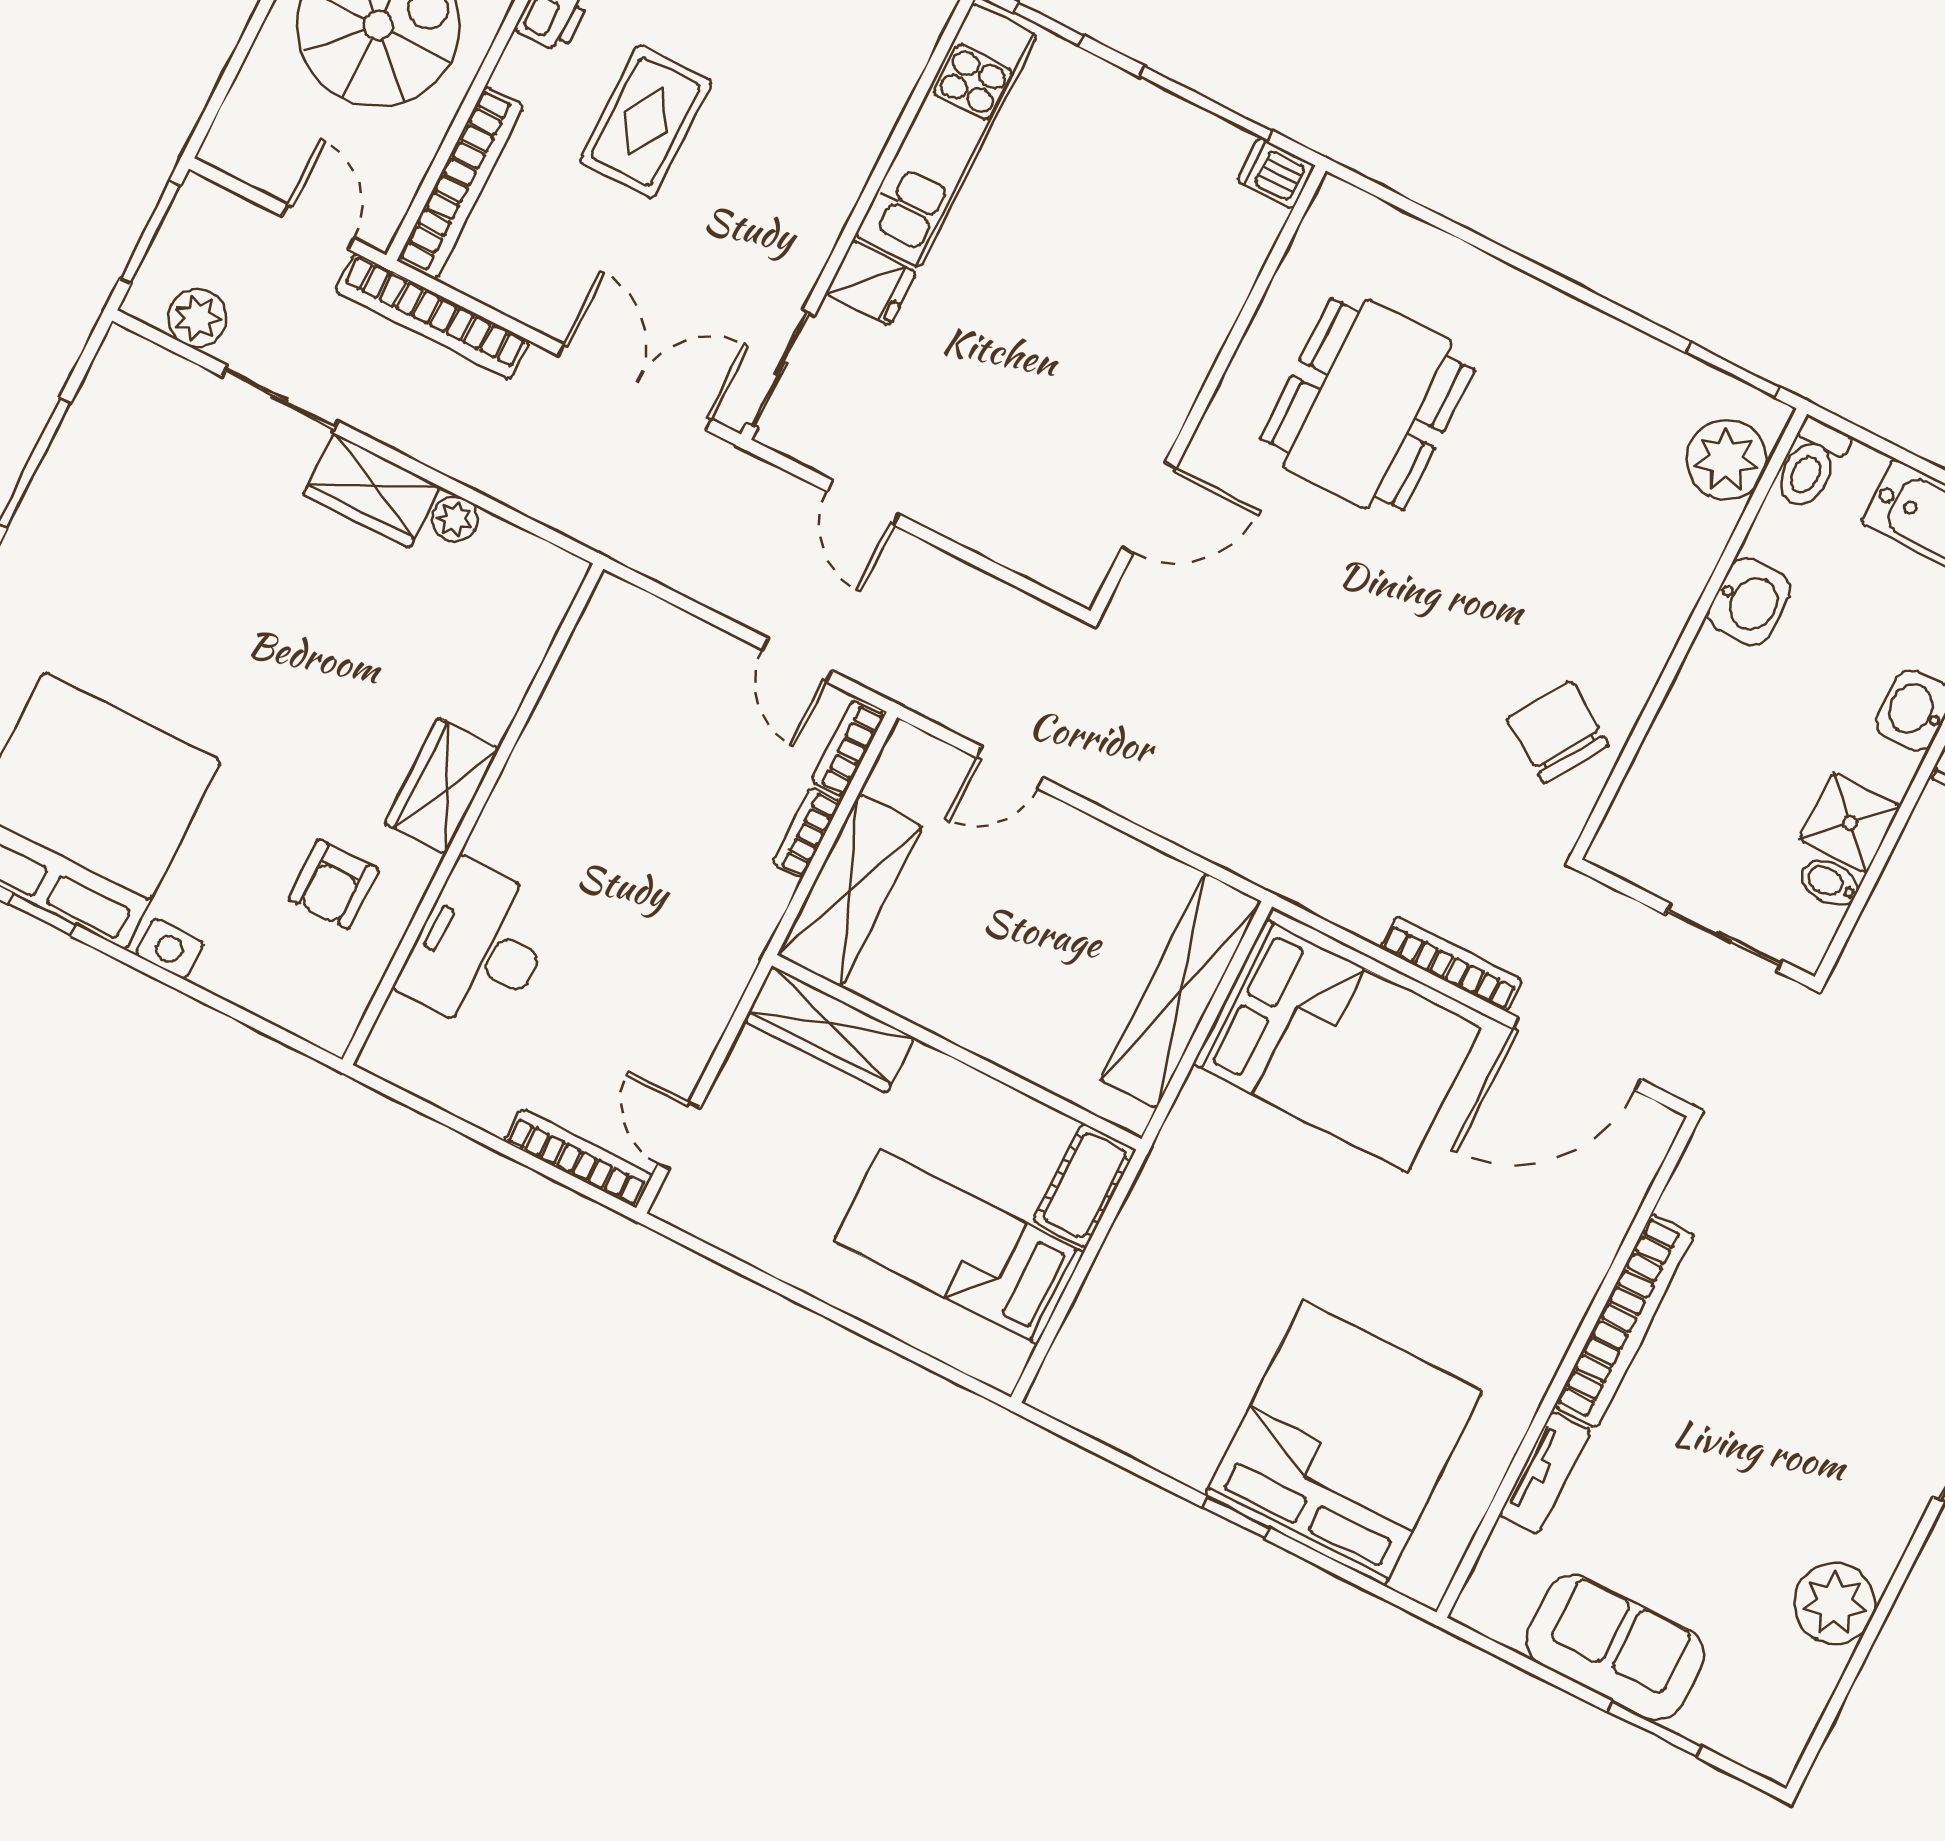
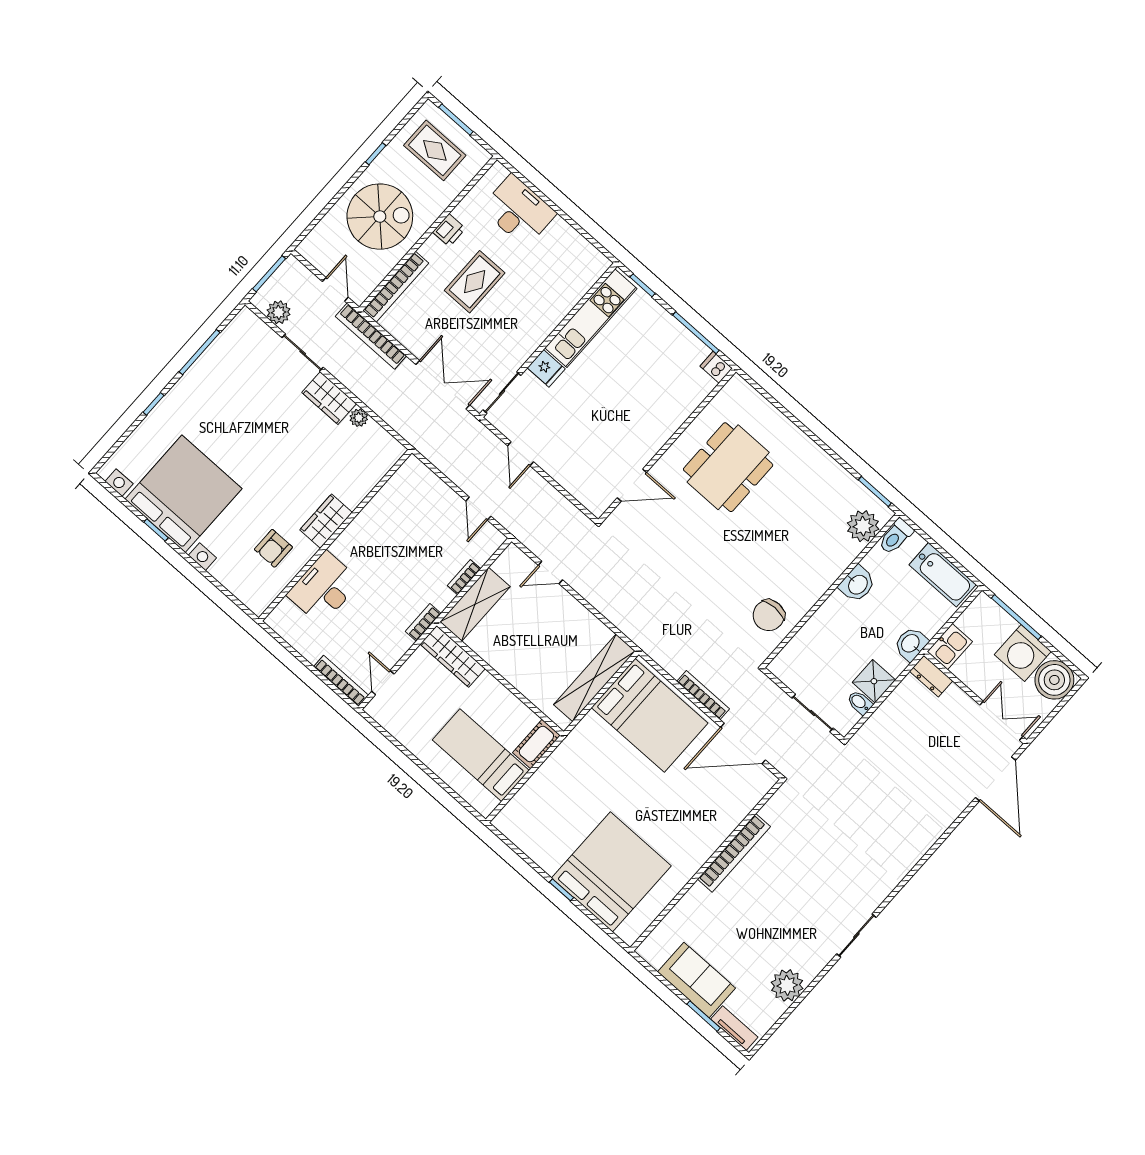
chair: (1557, 732) -> (769, 615), turned -123
bookcase: (848, 748) -> (423, 622), moved
tv unit: (1545, 1473) -> (734, 1028), moved, turned -90

